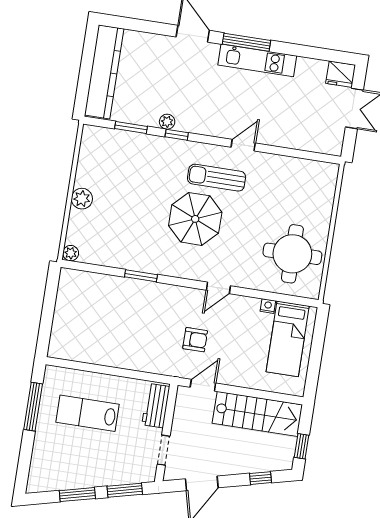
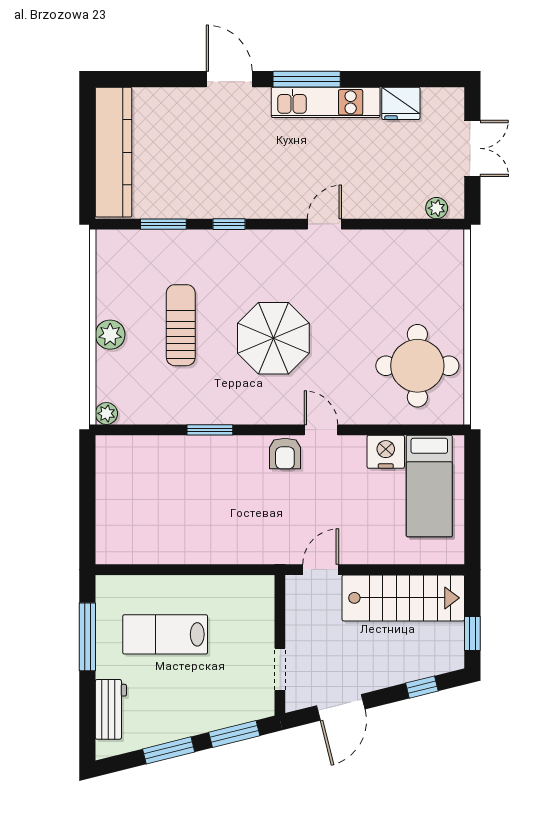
fridge: (341, 74) -> (401, 103), moved
plant: (167, 122) -> (437, 208), moved
sun lounger: (217, 178) -> (181, 325), moved, turned 90
door: (218, 288) -> (321, 430), swing flipped
nightstand: (268, 306) -> (386, 452), width x1.89, depth x1.79
armchair: (195, 340) -> (285, 454), moved, turned 90
workbench: (156, 406) -> (111, 709), moved, turned 180

